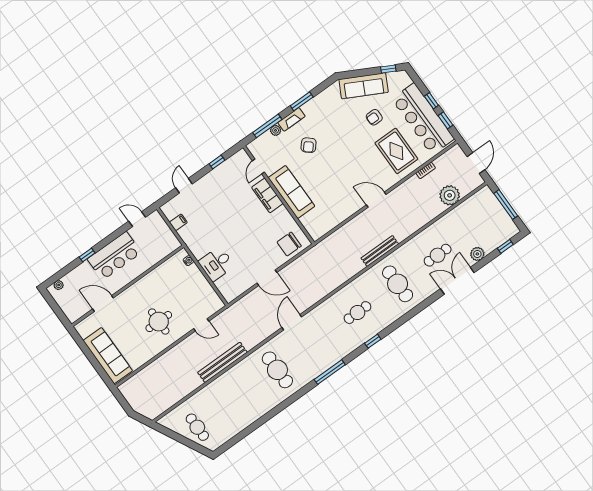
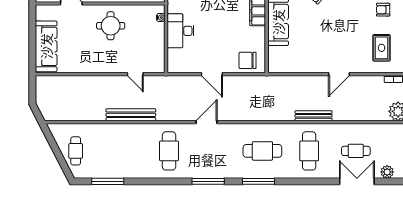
rug: (396, 151) -> (382, 48), width x0.73, depth x0.70
door: (376, 200) -> (339, 74), swing flipped
desk: (216, 264) -> (181, 31), width x1.37
cafe table: (357, 313) -> (262, 151), width x1.37, depth x1.35
round table: (159, 322) -> (111, 26), moved
window: (373, 341) -> (258, 181), width x2.17
window: (244, 434) -> (108, 181), added

